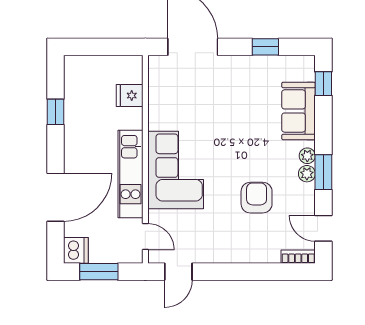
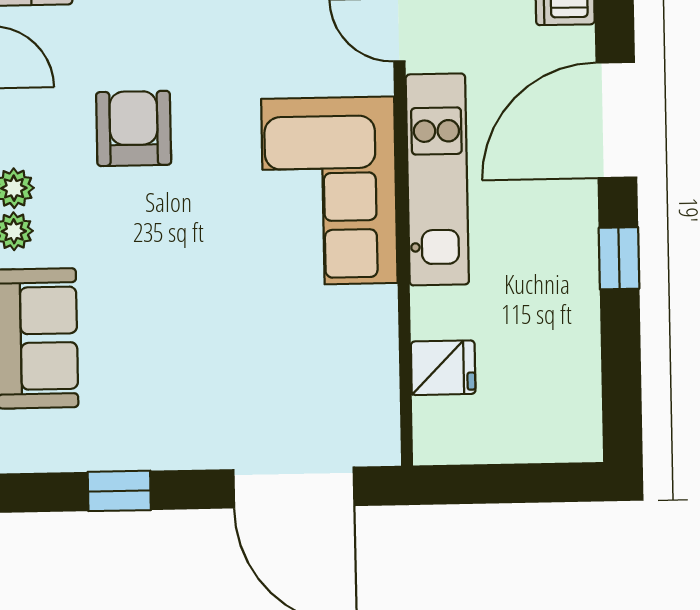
window: (56, 112) -> (619, 258), moved
armchair: (257, 198) -> (134, 128), turned 180

